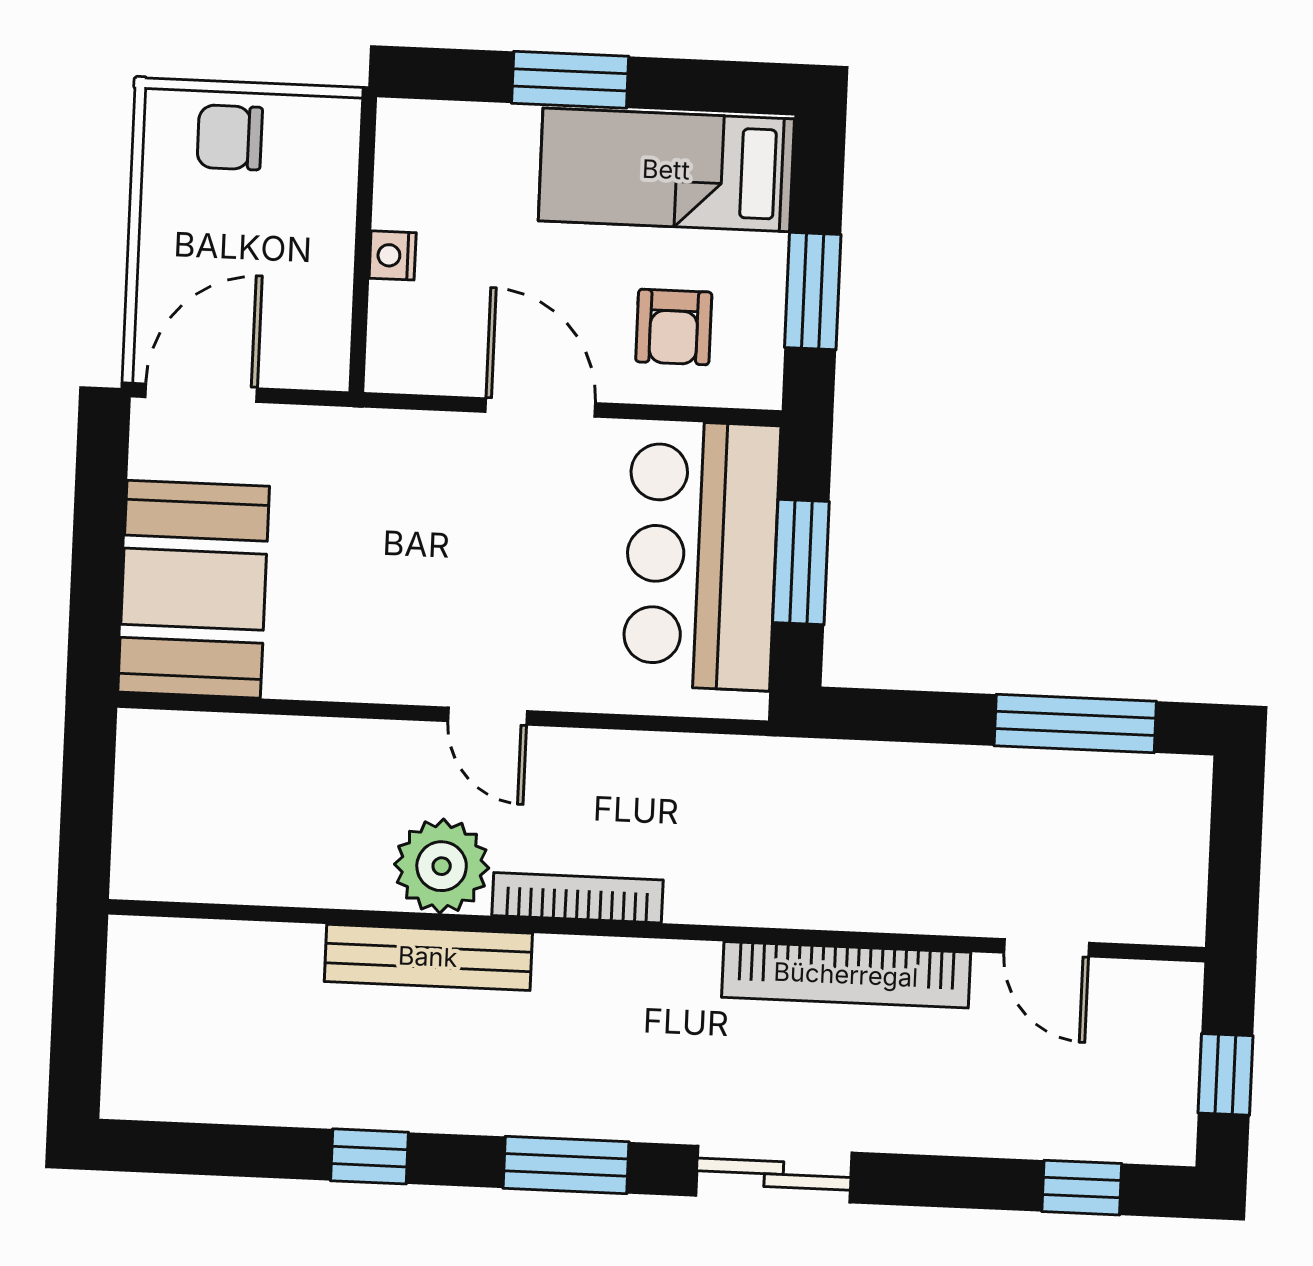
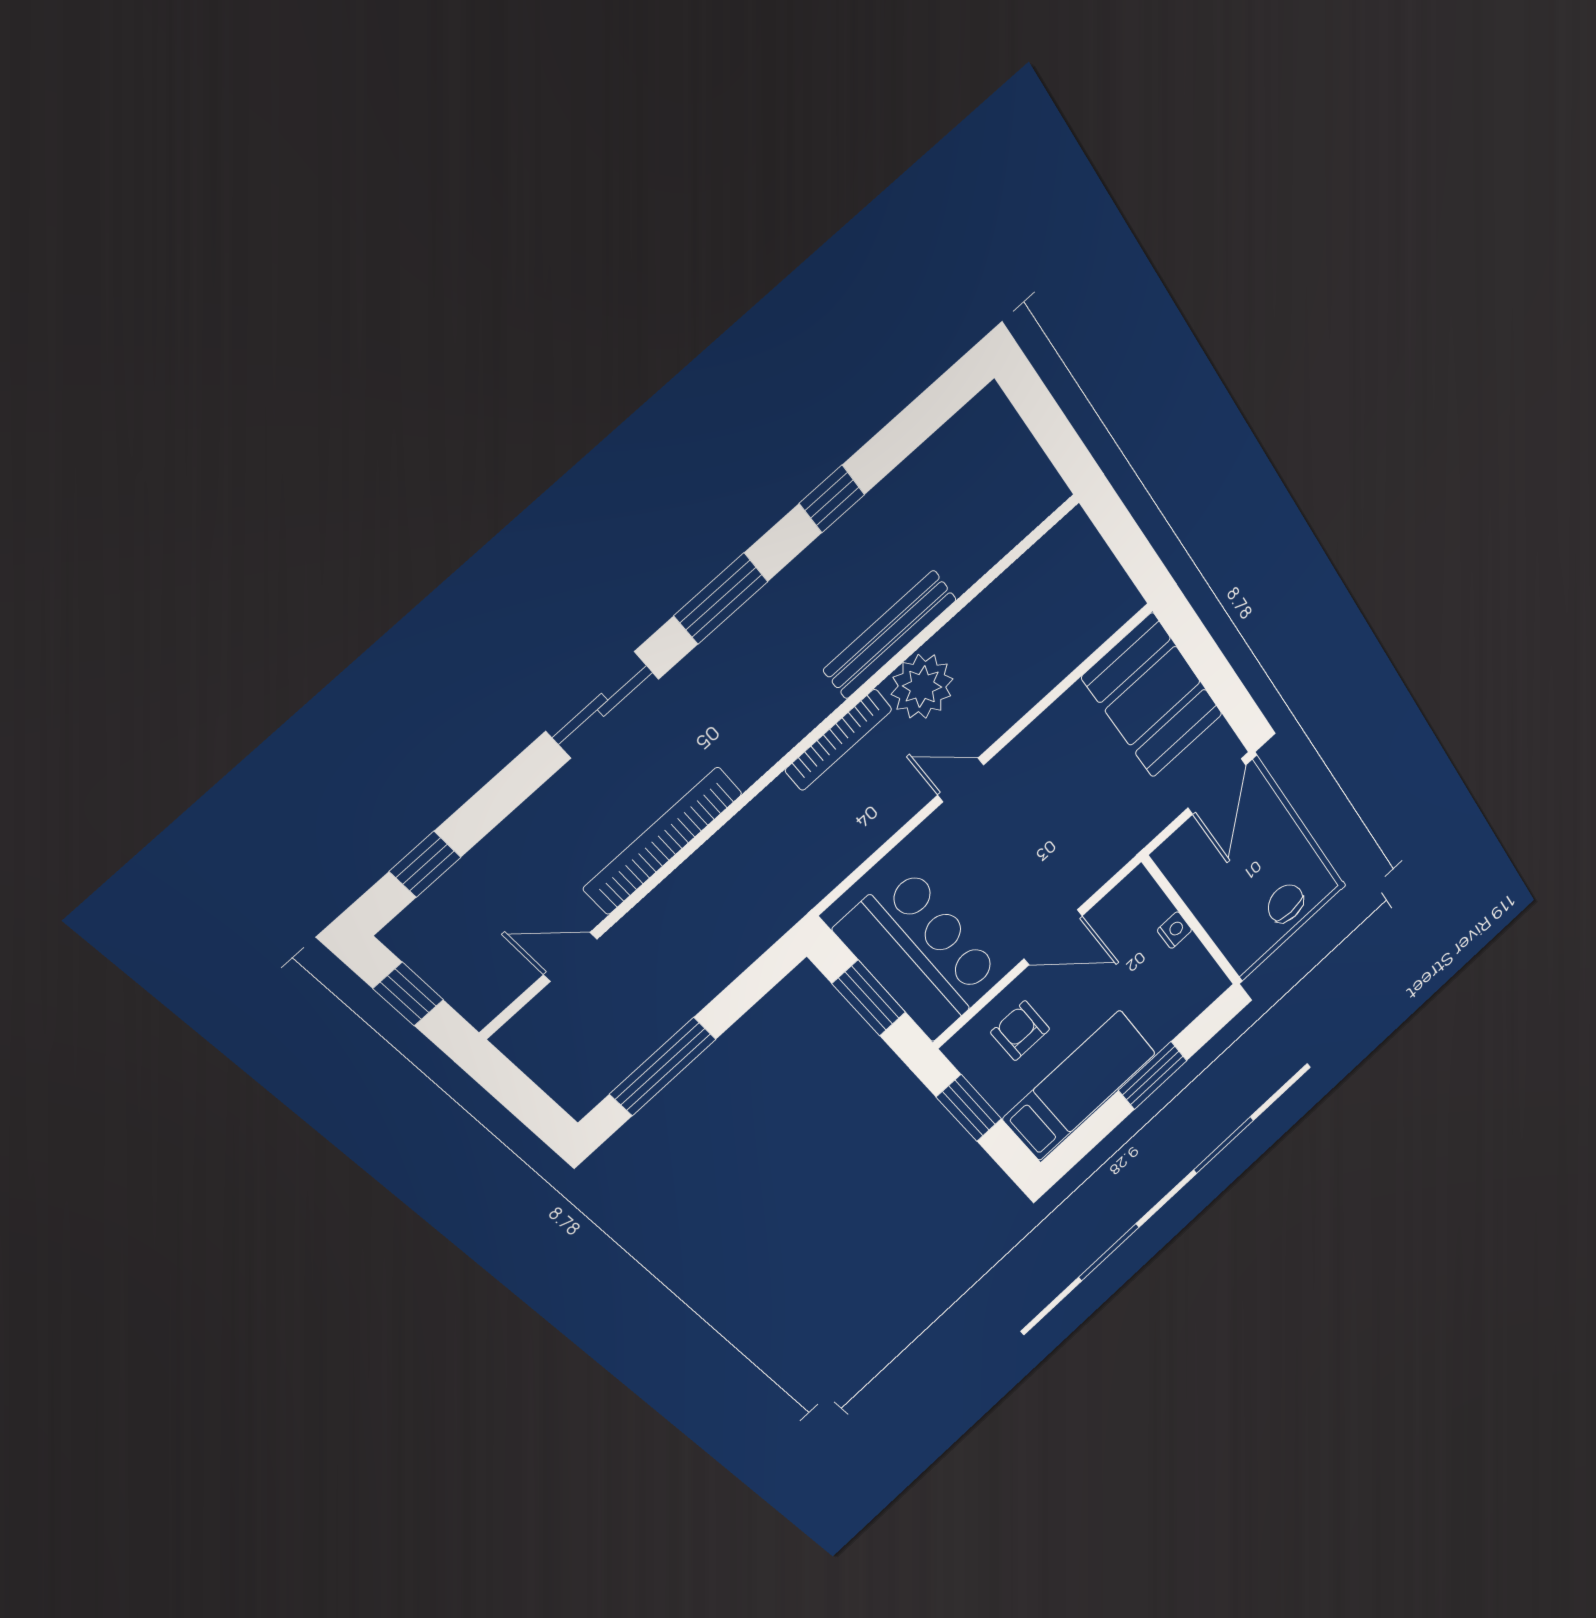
chair: (230, 137) -> (1286, 904), turned -90

